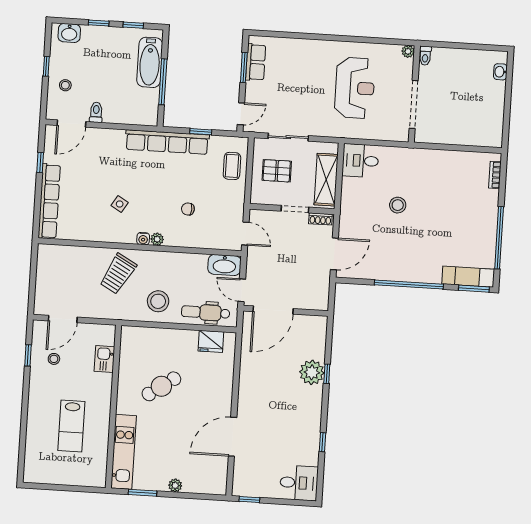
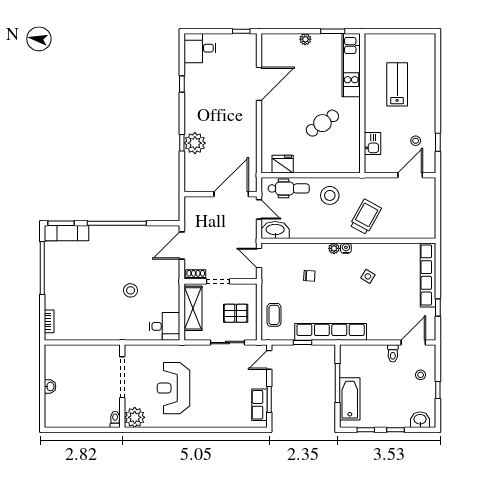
plant: (408, 51) -> (135, 417), width x1.88, depth x1.88
washbasin: (500, 72) -> (50, 386), moved

